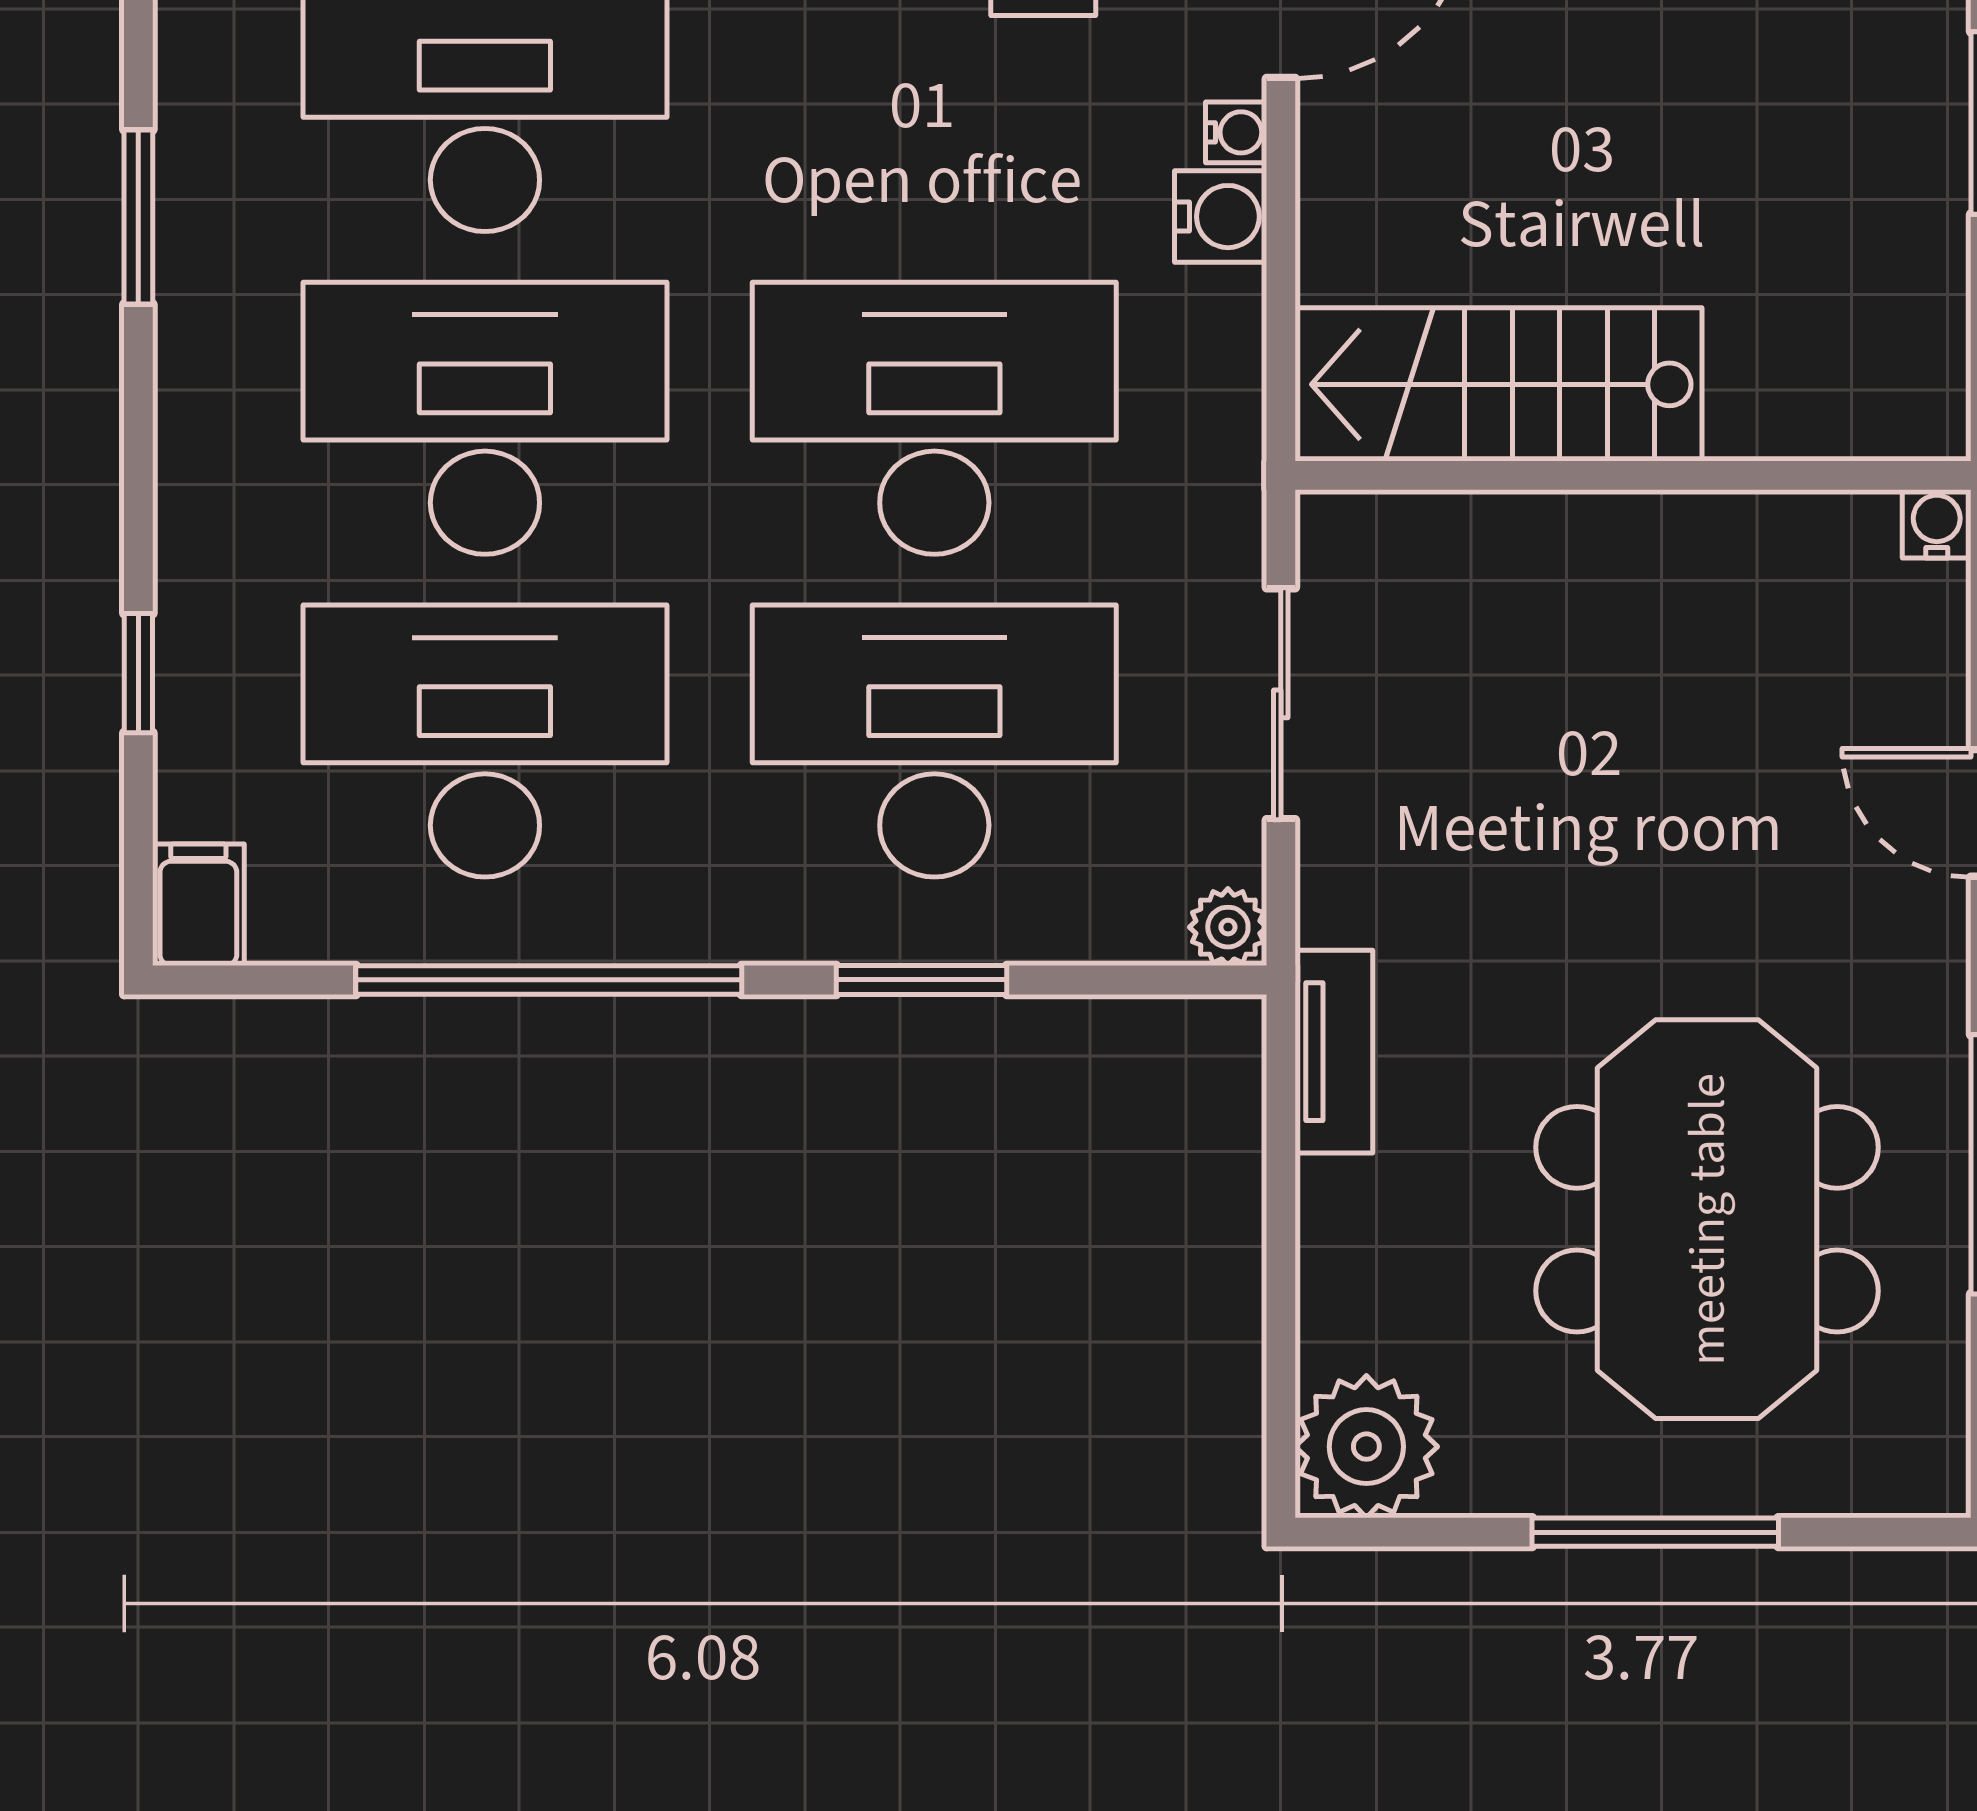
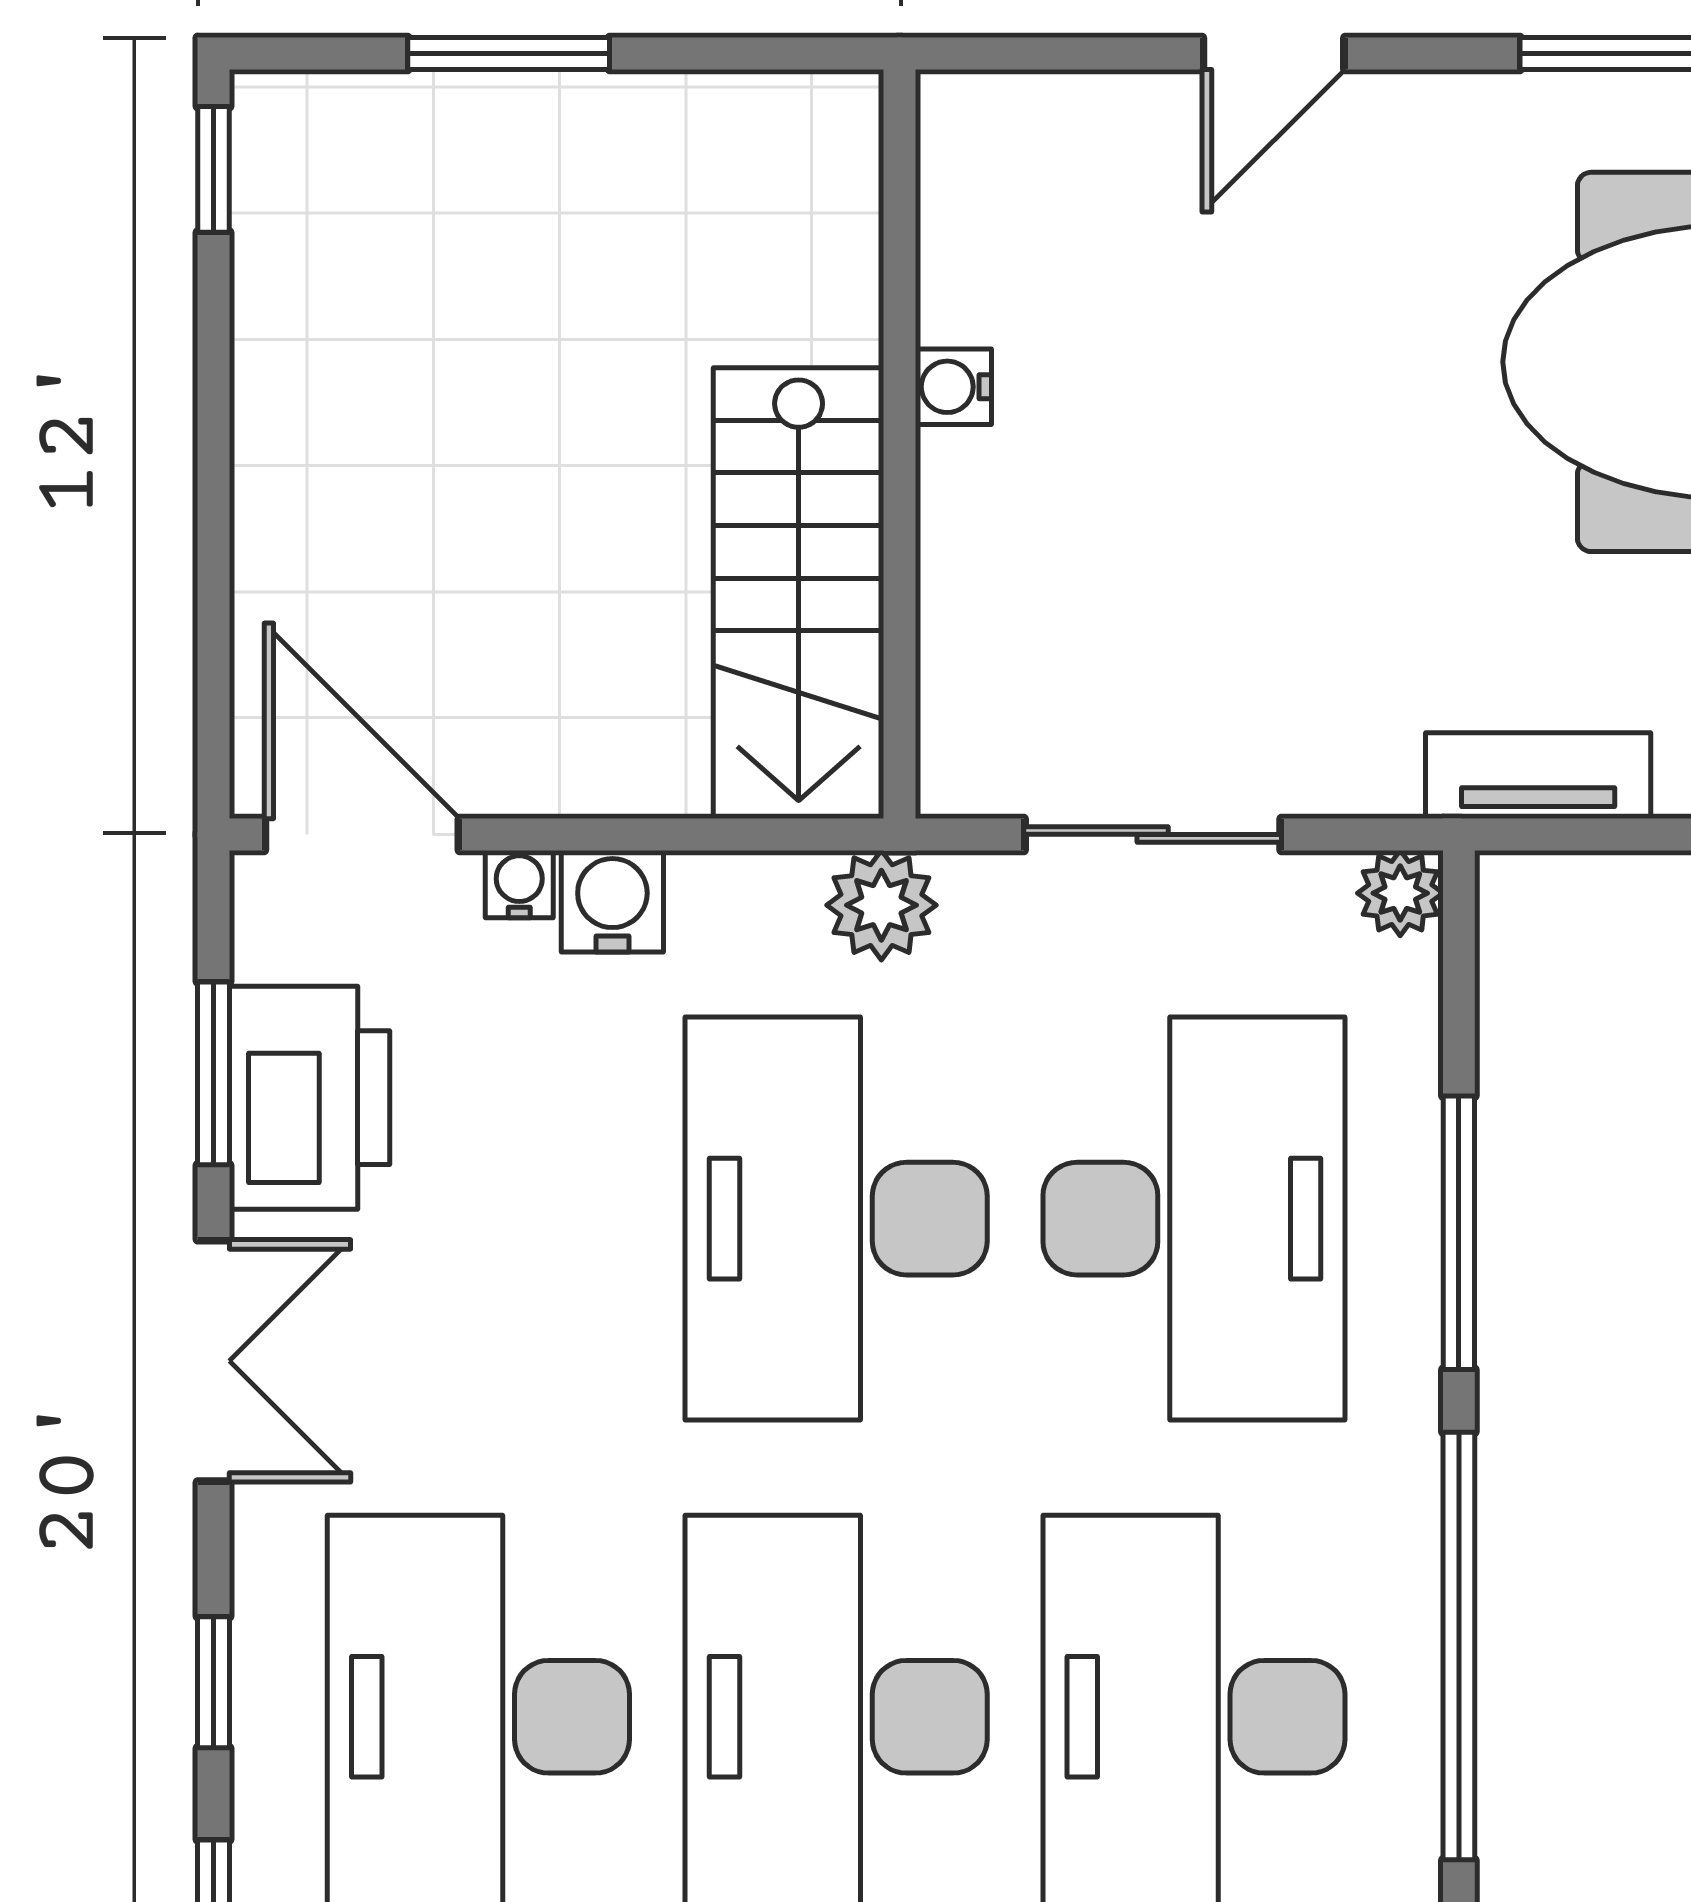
plant: (1217, 459) -> (881, 905), added
water cooler: (1937, 524) -> (953, 387), moved
desk: (934, 741) -> (1194, 1219), turned 180
window: (922, 980) -> (1459, 1233), width x1.44

